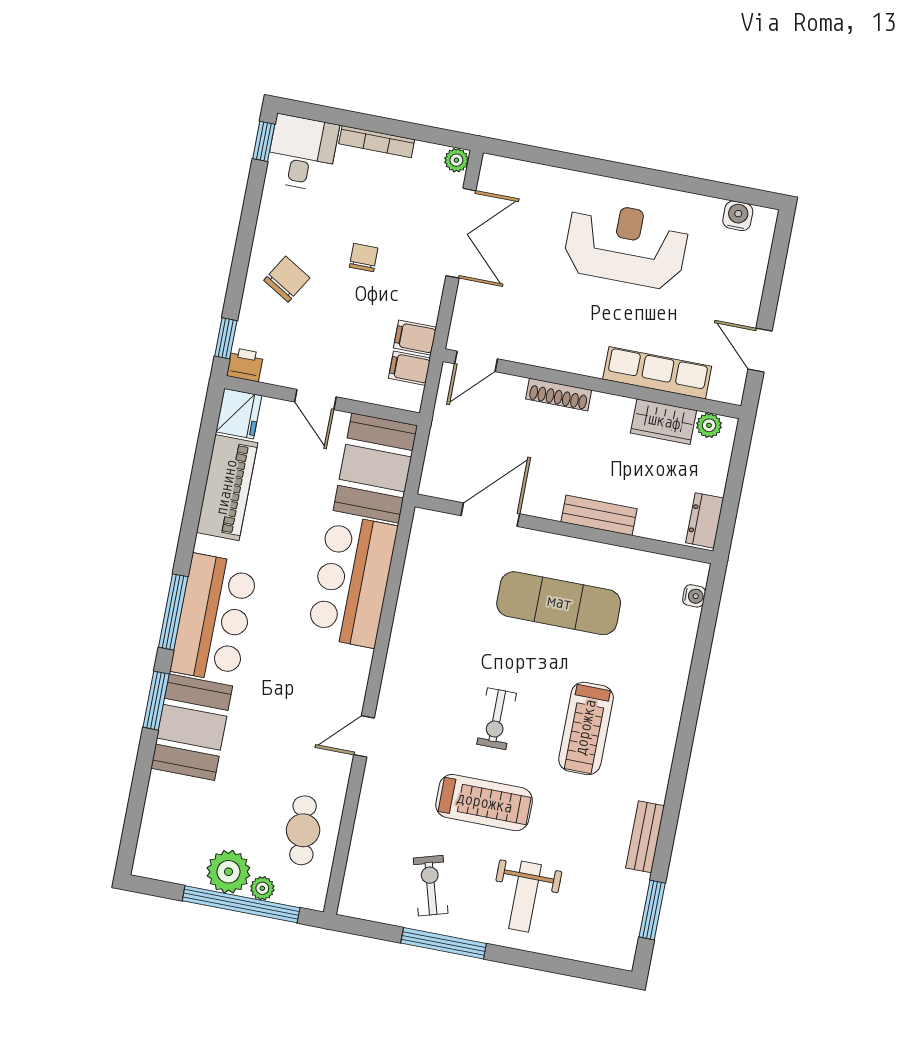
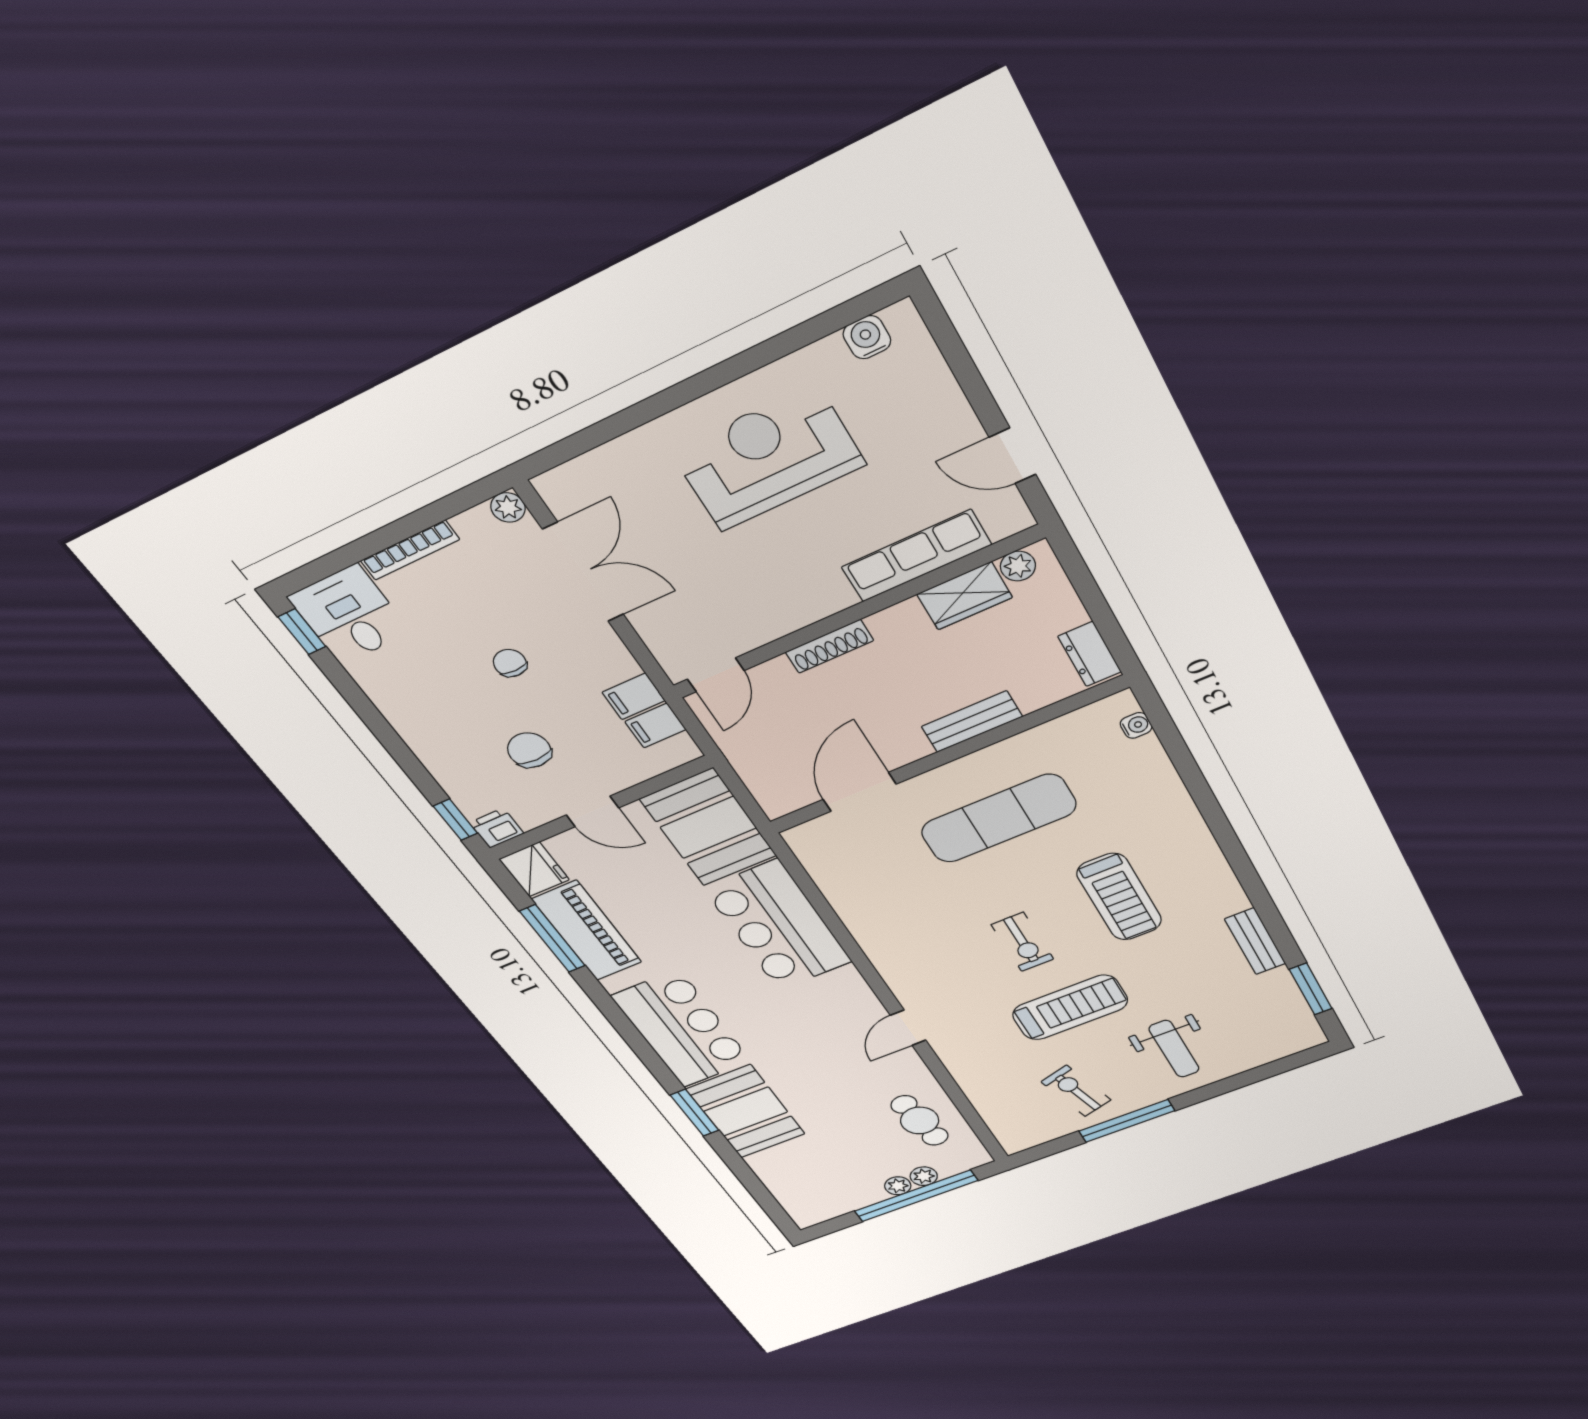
chair: (287, 279) -> (529, 750), moved, turned -31
window: (173, 612) -> (552, 939), moved
plant: (228, 872) -> (898, 1186), width x0.53, depth x0.53

